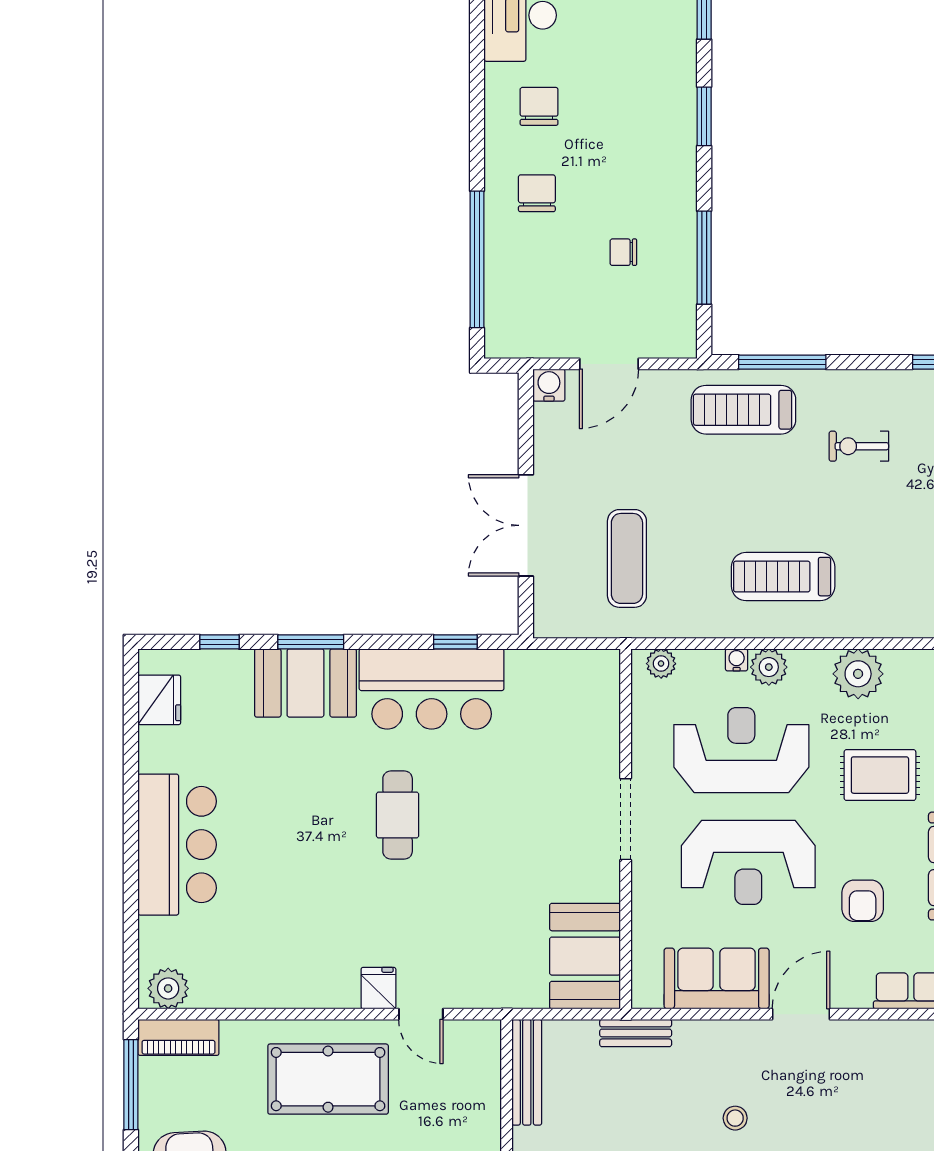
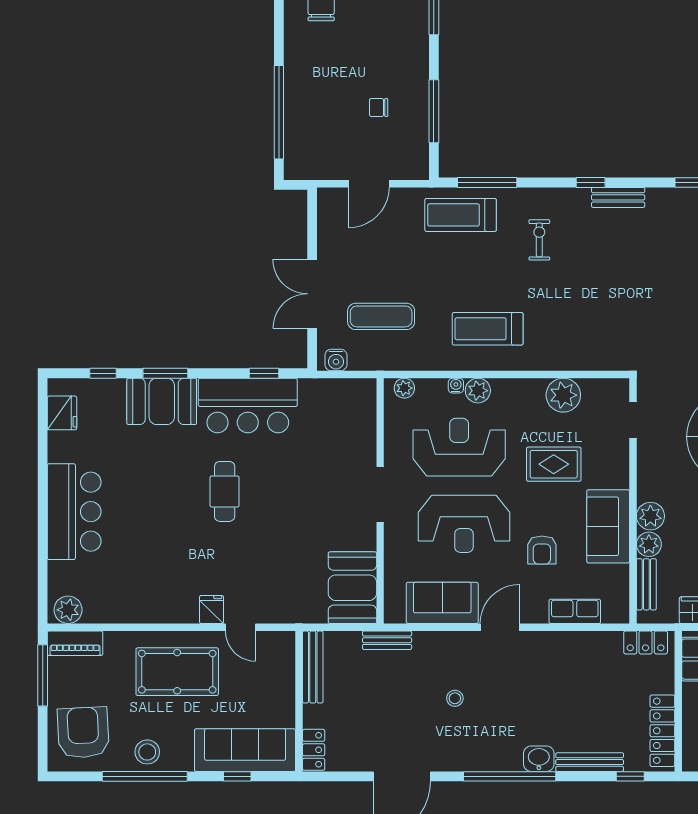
chair: (537, 193) -> (320, 67), removed
water cooler: (549, 385) -> (336, 360), moved, turned 180
exercise bike: (859, 446) -> (539, 240), turned 90
exercise mat: (627, 558) -> (381, 316), turned 90
plant: (858, 674) -> (563, 395), moved

